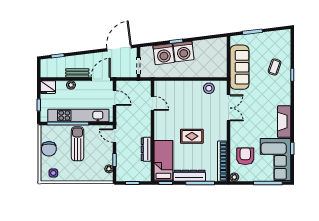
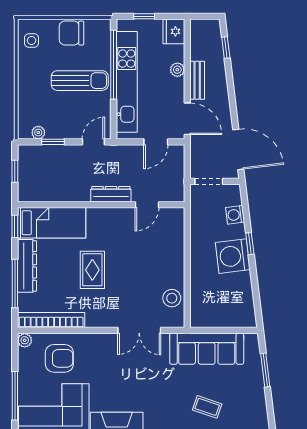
washing machine: (164, 54) -> (235, 215), width x0.53, depth x0.53
dresser: (146, 149) -> (111, 194), moved

